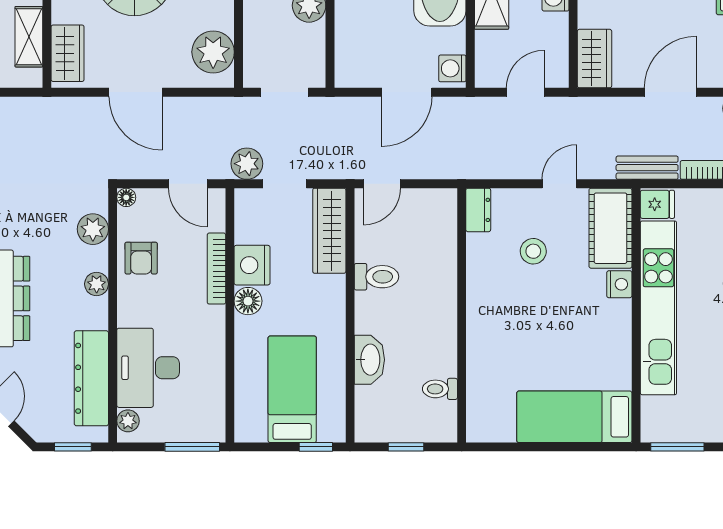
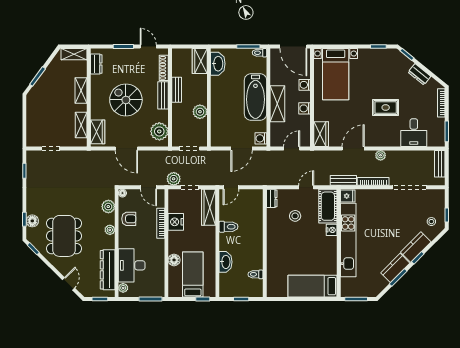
armchair: (141, 258) -> (129, 219), turned -90
floor lamp: (248, 301) -> (174, 260), moved

